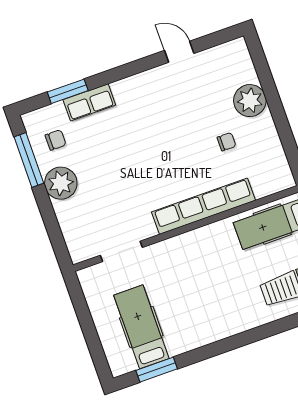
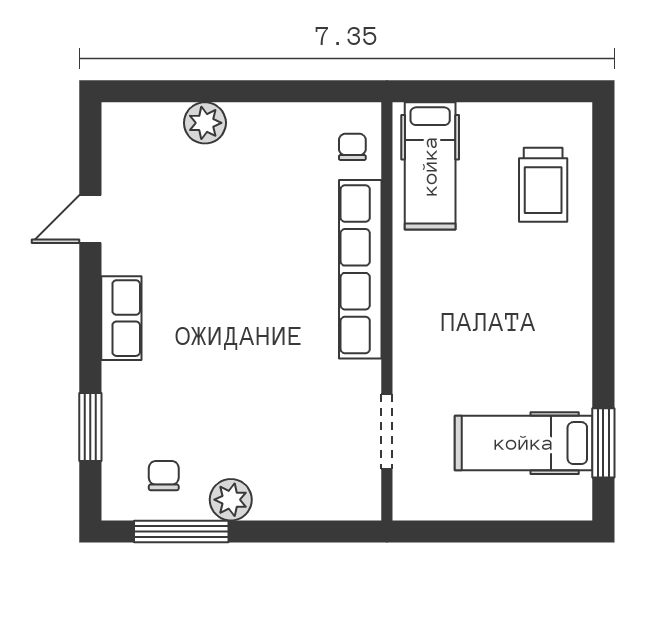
plant: (250, 101) -> (205, 123), width x0.73, depth x0.73
row of seats: (89, 102) -> (121, 318), moved
chair: (226, 142) -> (352, 147), moved
plant: (61, 183) -> (231, 500), width x0.73, depth x0.73

